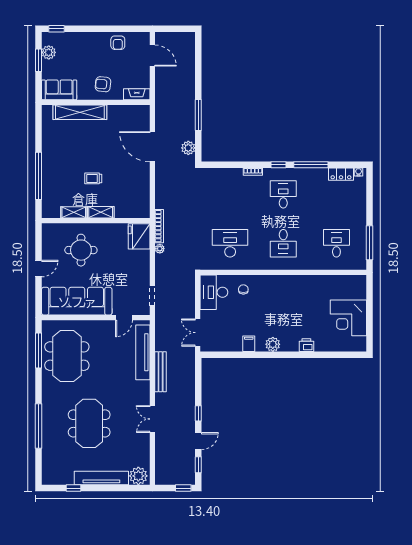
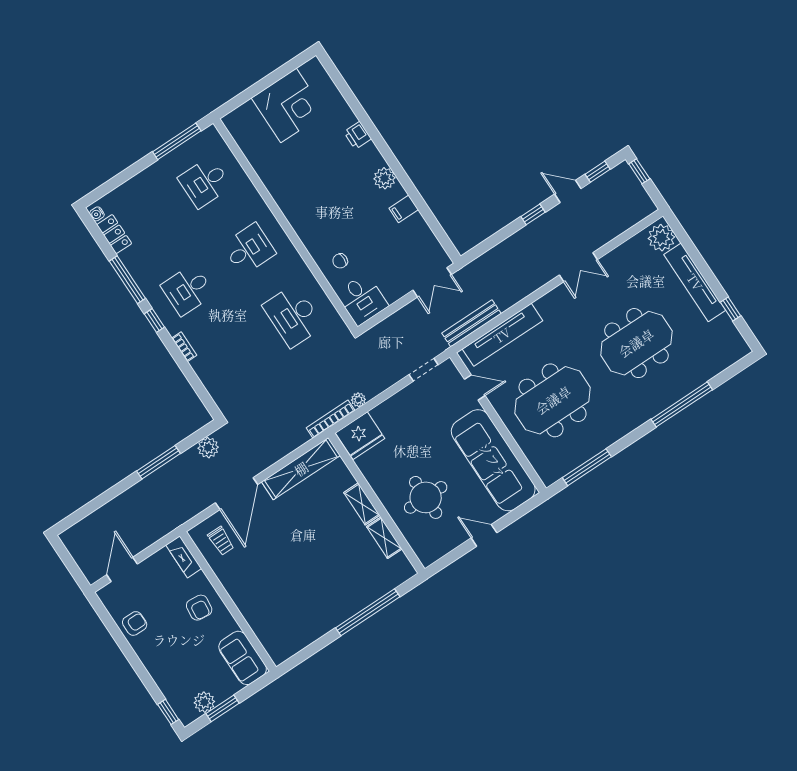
shelving: (80, 112) -> (301, 469), moved, turned 90
trolley: (93, 178) -> (221, 541), moved
desk: (214, 292) -> (362, 299), width x0.73
meeting table: (67, 356) -> (553, 400), moved
bench: (161, 372) -> (471, 323), moved

